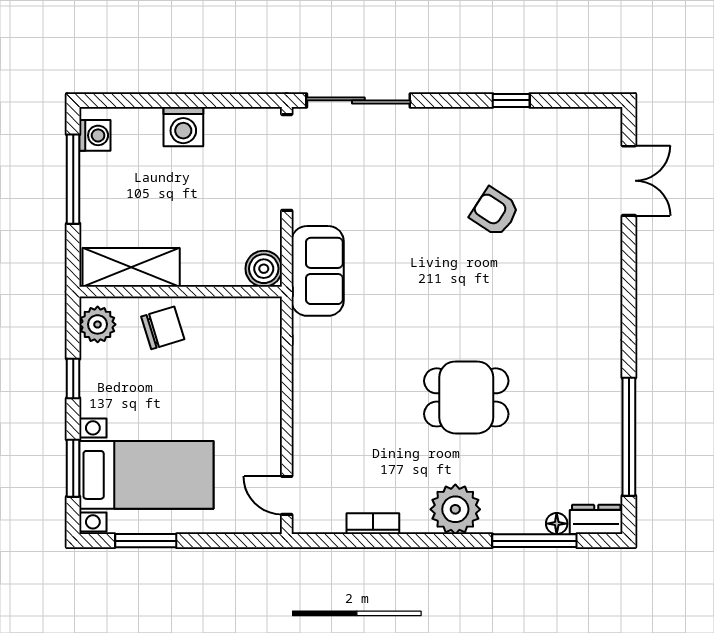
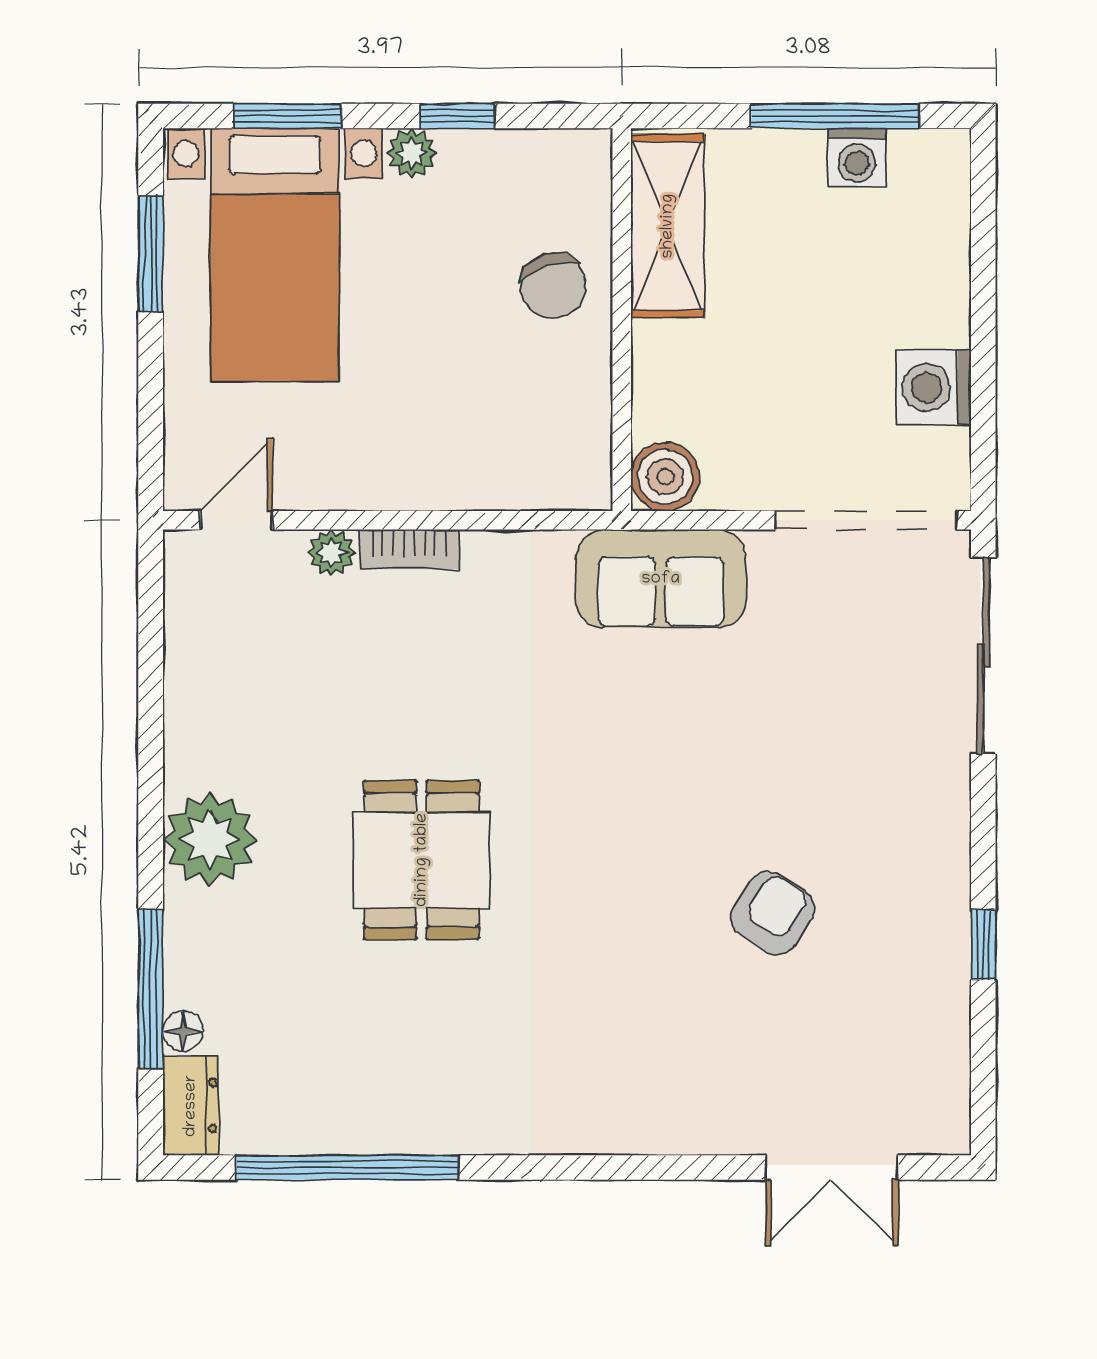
washing machine: (183, 127) -> (934, 387), moved
washing machine: (95, 135) -> (857, 157), moved
plant: (98, 324) -> (412, 153), moved, width x0.73, depth x0.73
plant: (304, 445) -> (331, 553), added
bookcase: (373, 524) -> (409, 549), moved, turned 90

